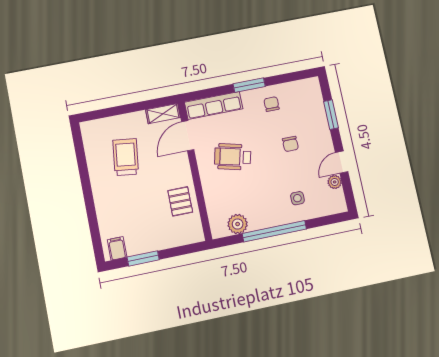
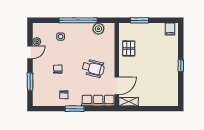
trolley: (126, 157) -> (155, 80), removed
window: (87, 190) -> (181, 66), added
window: (143, 258) -> (140, 20), moved

